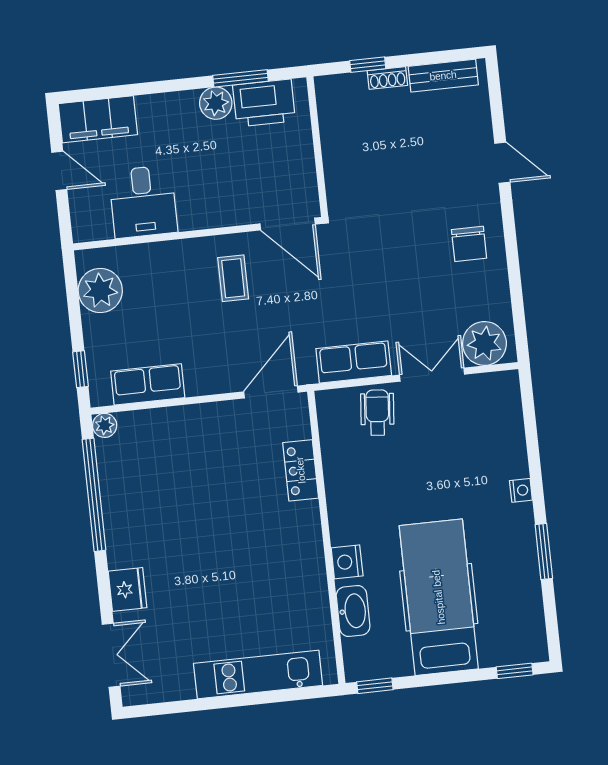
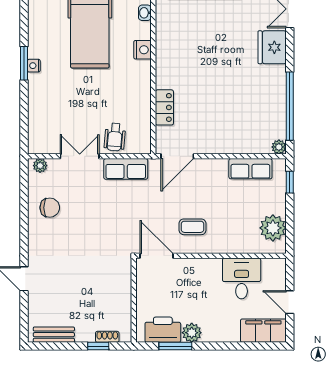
shoe rack: (387, 78) -> (107, 337), moved
chair: (469, 244) -> (50, 208), moved, turned 90
coffee table: (233, 278) -> (193, 227), turned 90
plant: (484, 343) -> (40, 166), width x0.53, depth x0.53
double door: (432, 375) -> (80, 156), swing flipped
nightstand: (521, 490) -> (34, 66), moved
window: (544, 551) -> (24, 63), moved
fridge: (127, 589) -> (272, 47), width x1.36, depth x1.34
washbasin: (353, 611) -> (145, 13), width x0.52, depth x0.69

